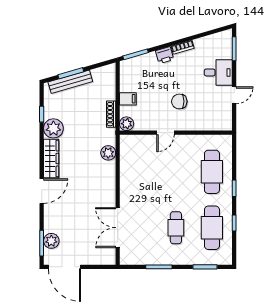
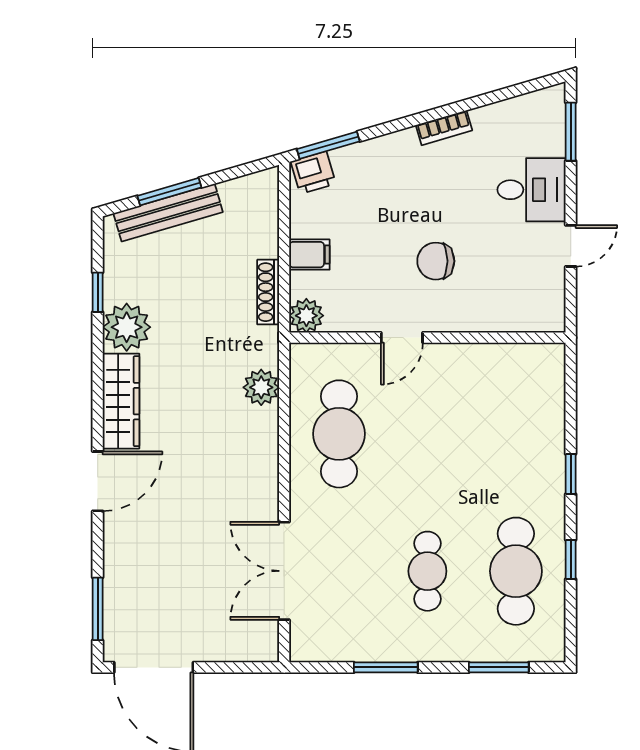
printer: (165, 55) -> (313, 173), moved
cafe table: (212, 172) -> (339, 434), moved
plant: (51, 241) -> (121, 603), removed

